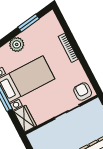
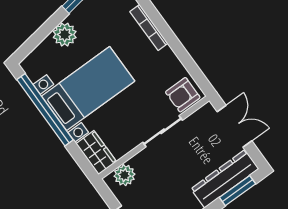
armchair: (83, 92) -> (183, 95), turned -90
plant: (40, 135) -> (124, 175), added

